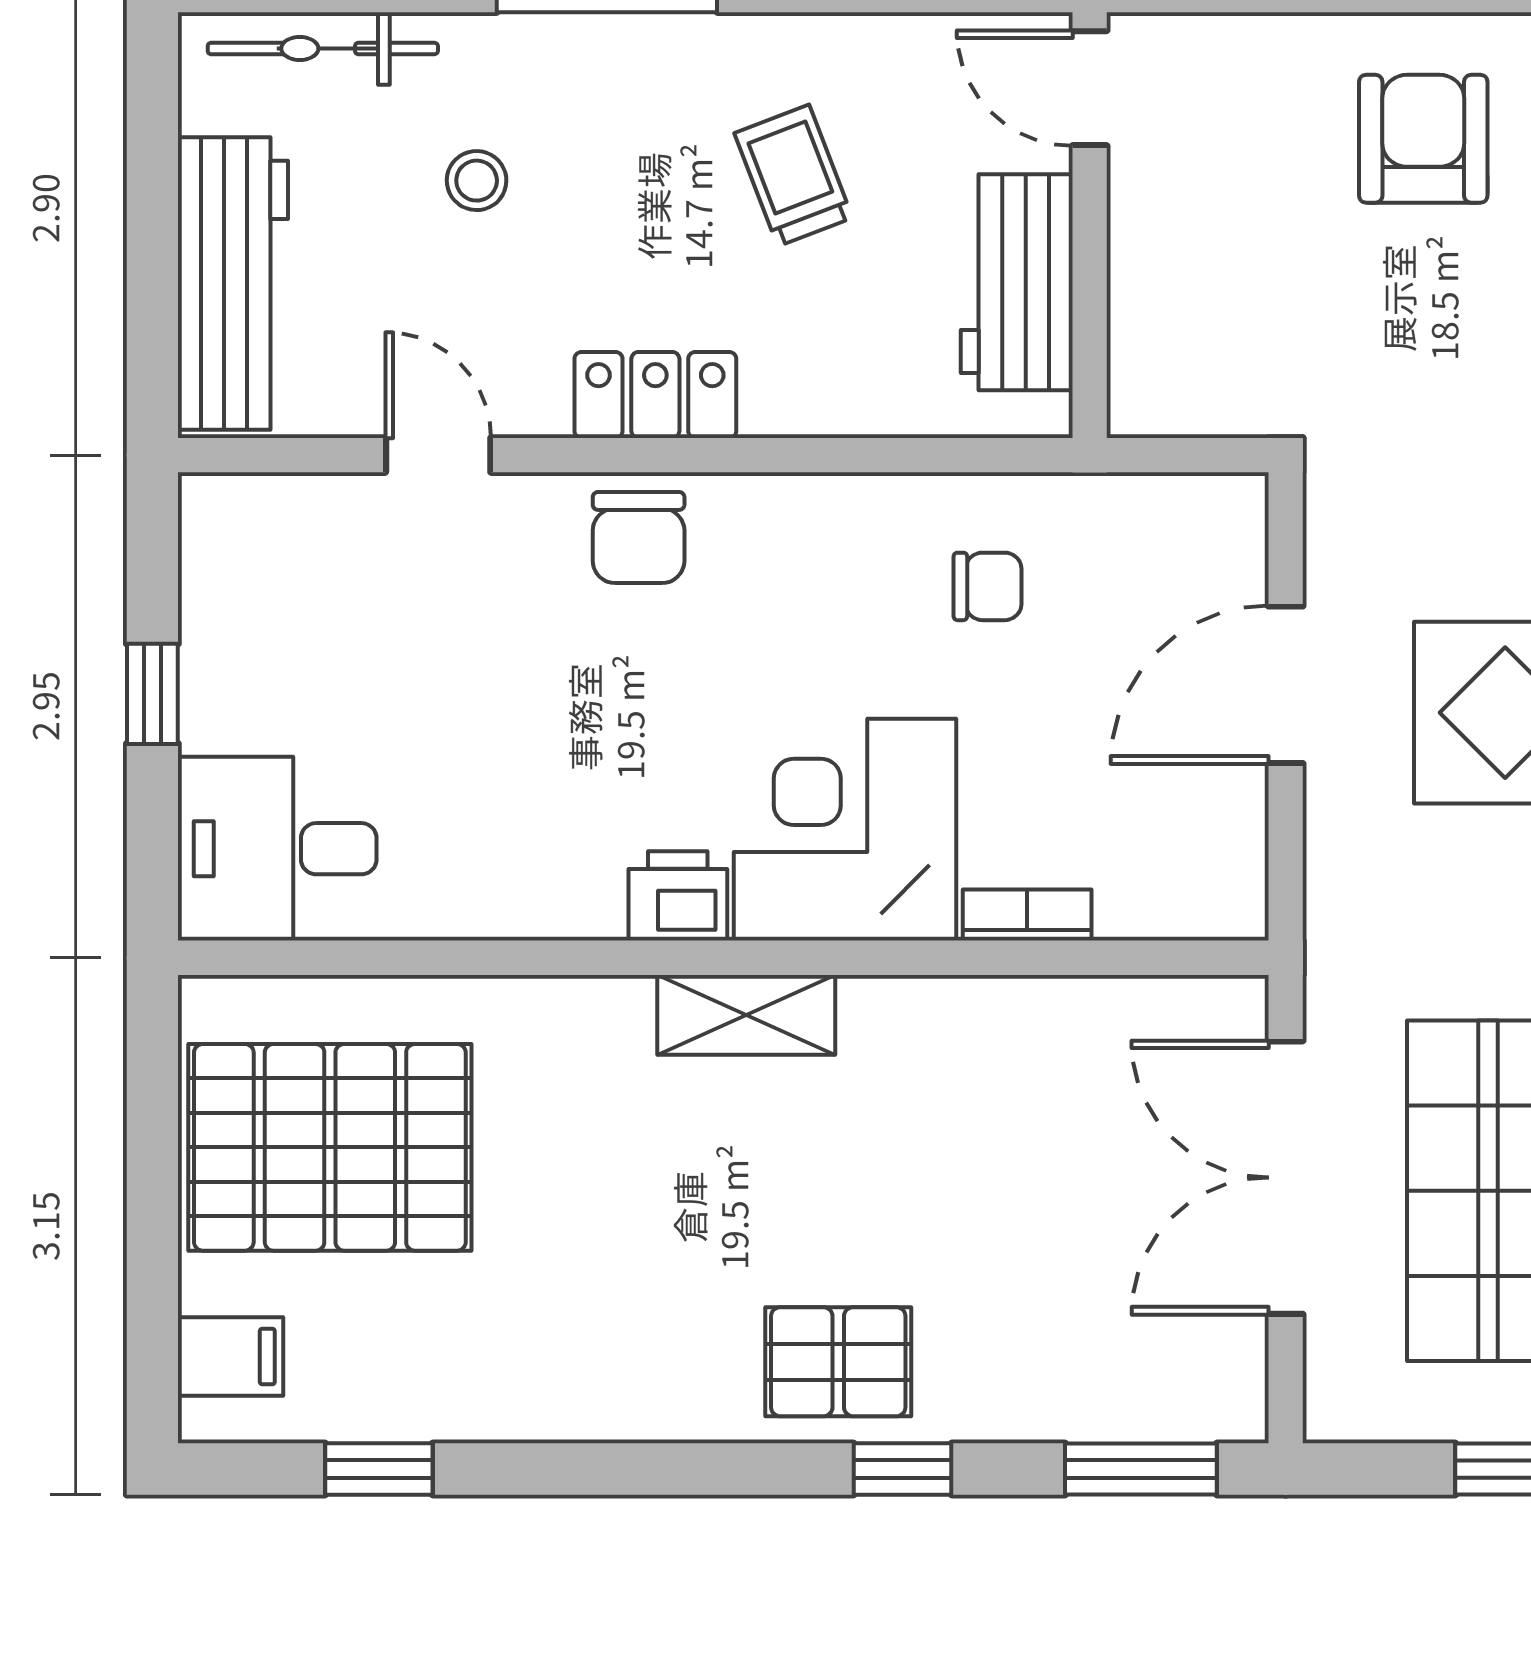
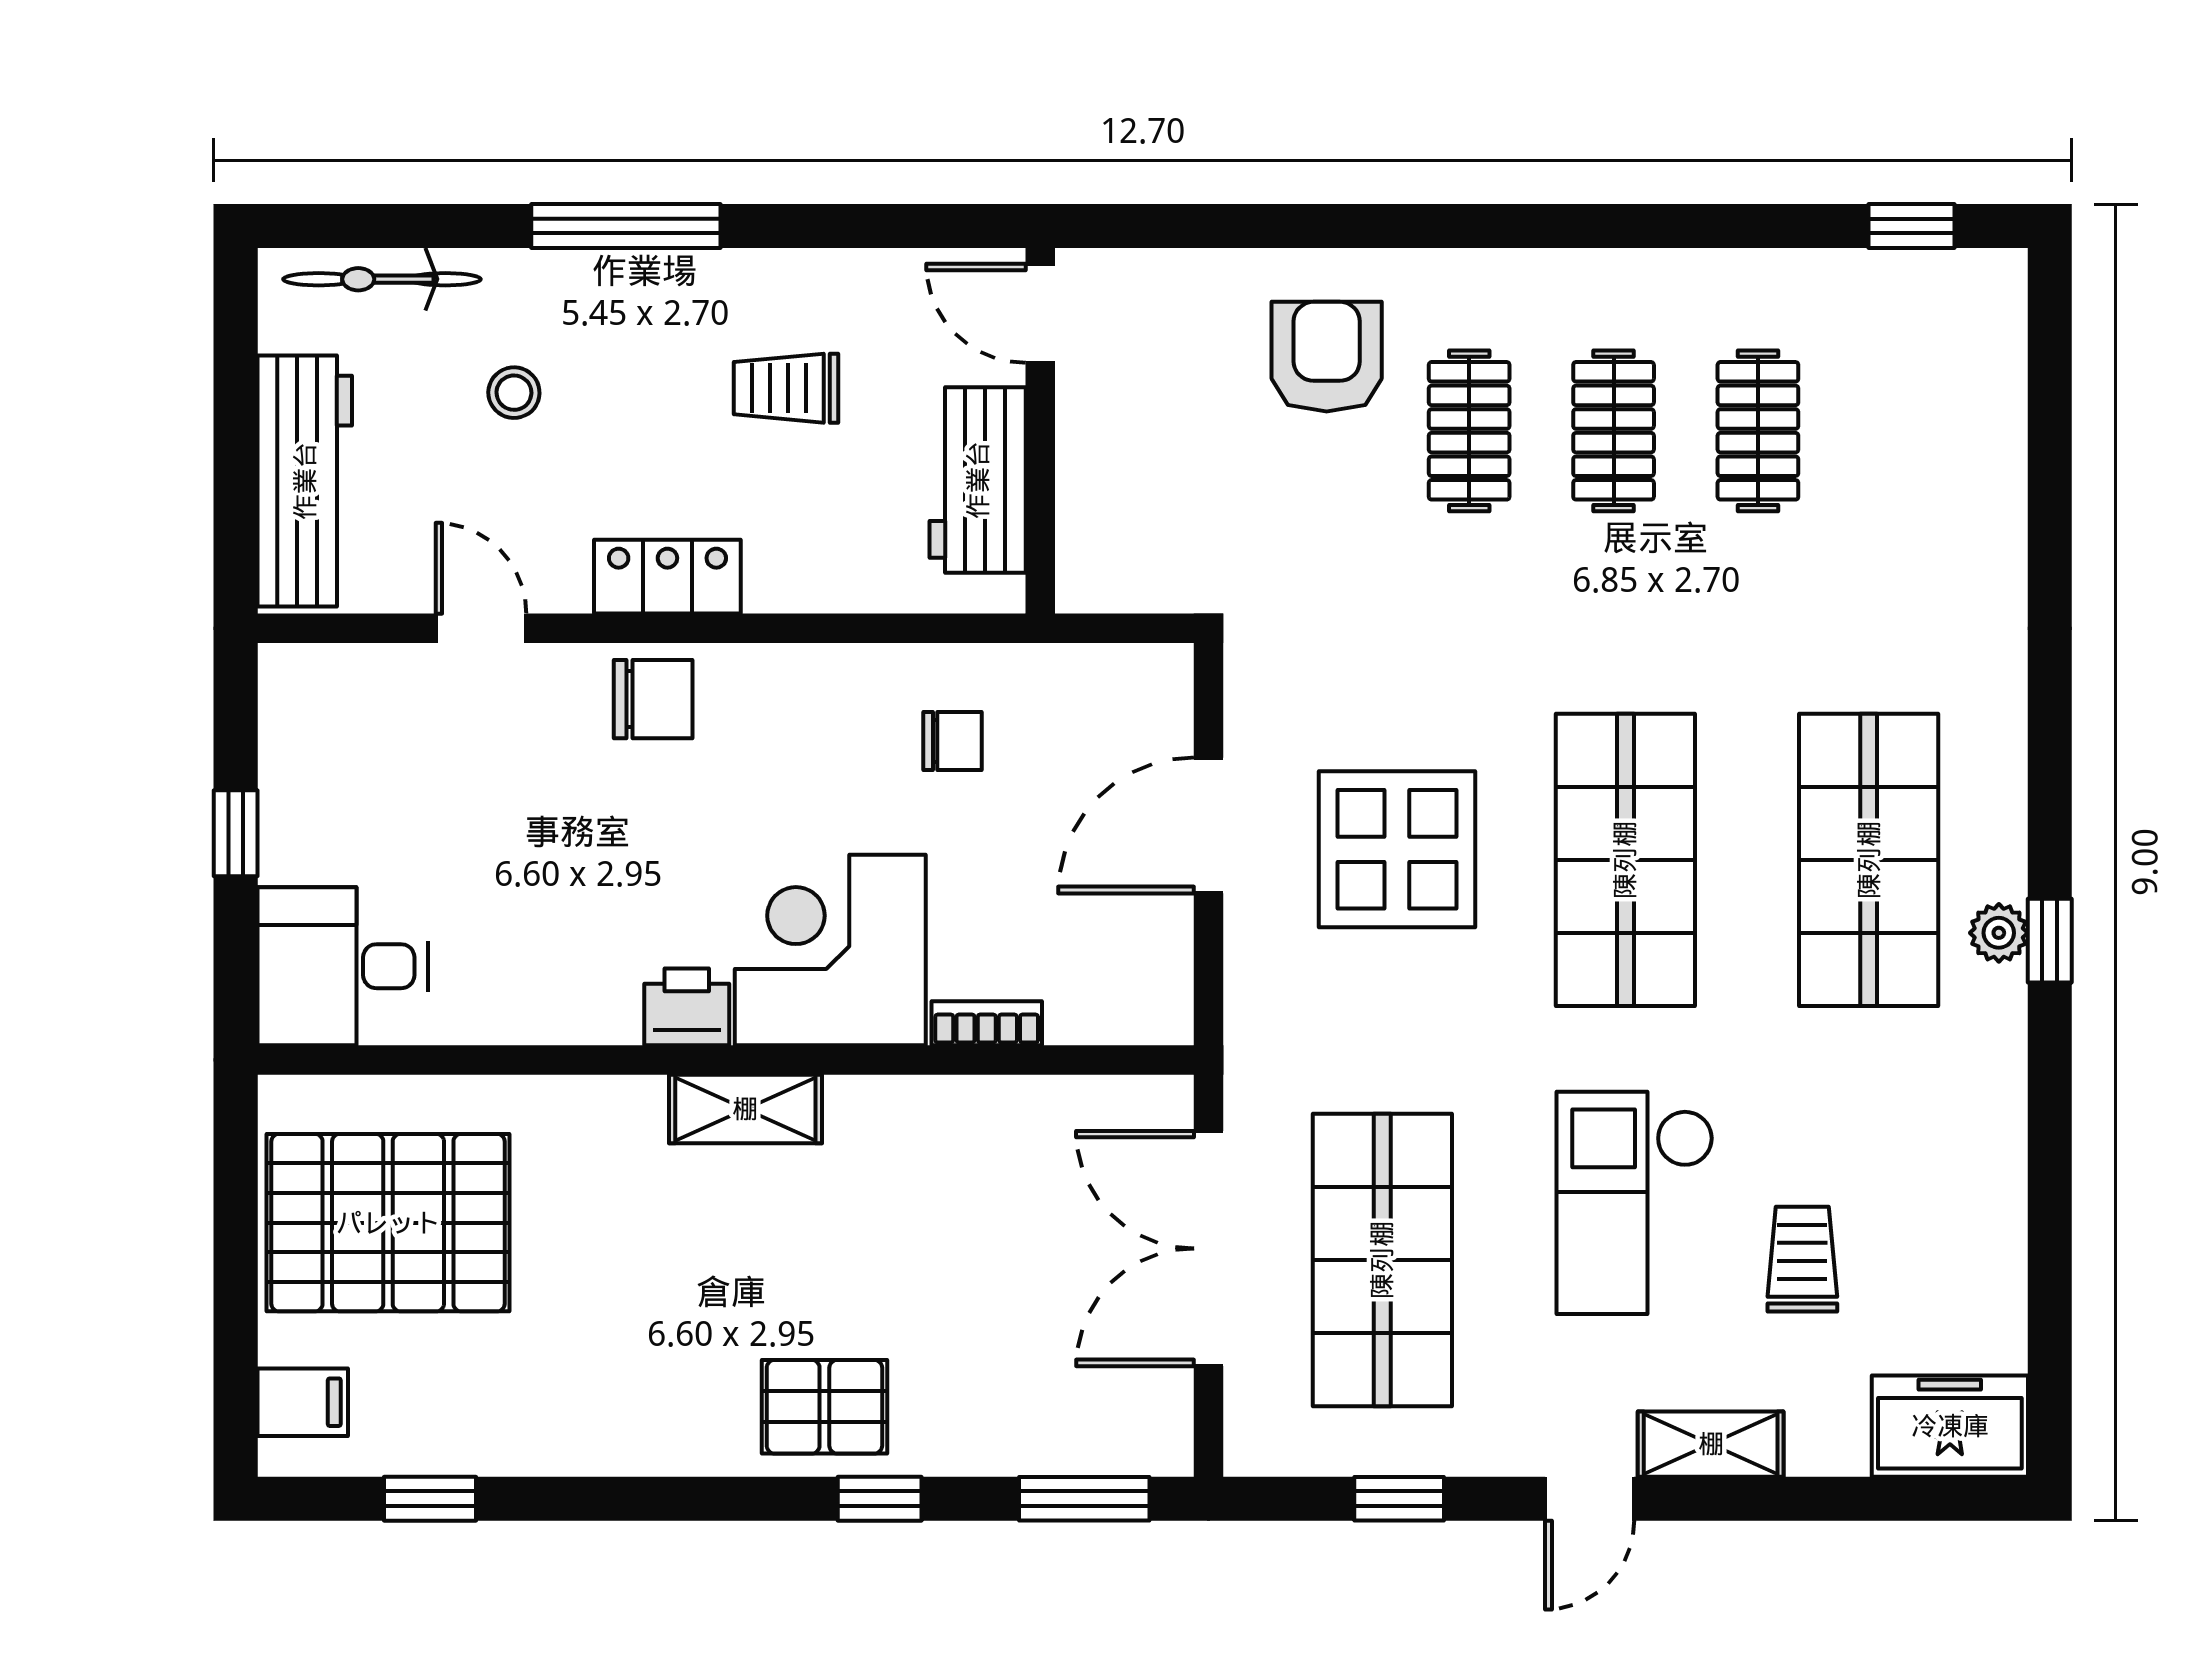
trolley: (793, 175) -> (786, 388), turned -69
chair: (639, 537) -> (653, 699), turned -90

